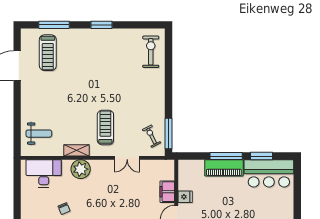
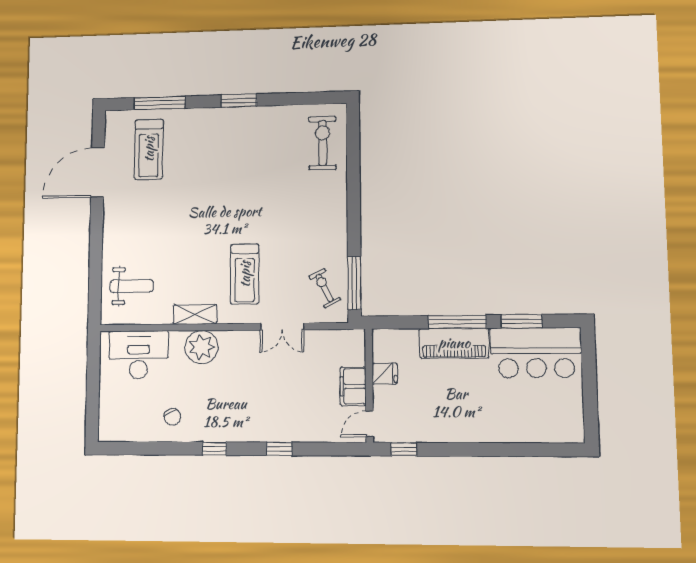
treadmill: (105, 127) -> (245, 274), turned 180
fridge: (185, 197) -> (385, 374), moved

